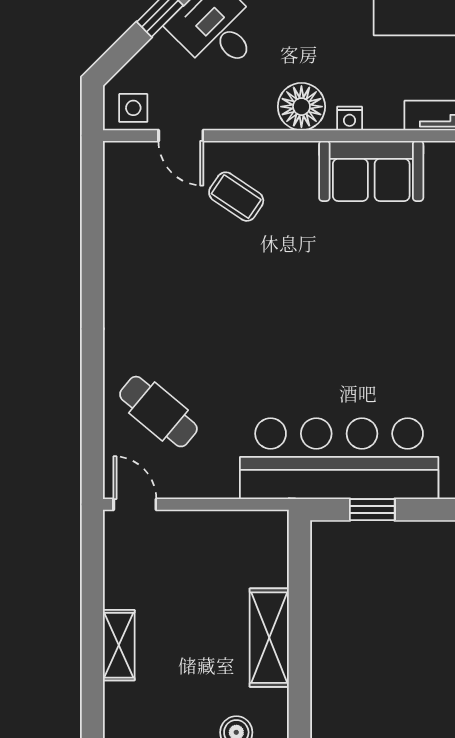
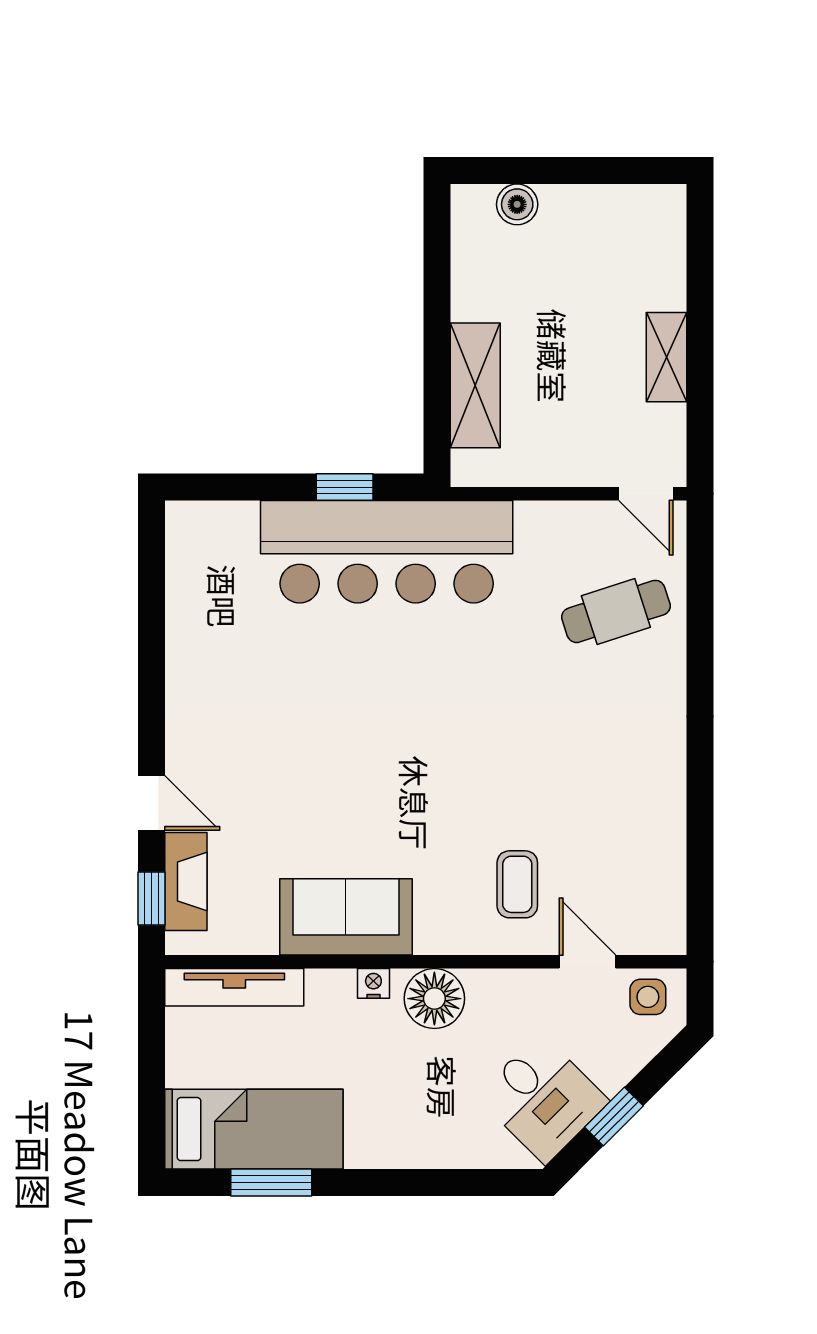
coffee table: (236, 197) -> (517, 884), turned 56
cafe table: (158, 412) -> (616, 611), turned -58
shelving: (269, 638) -> (475, 385), moved
shelving: (119, 645) -> (666, 357), moved

